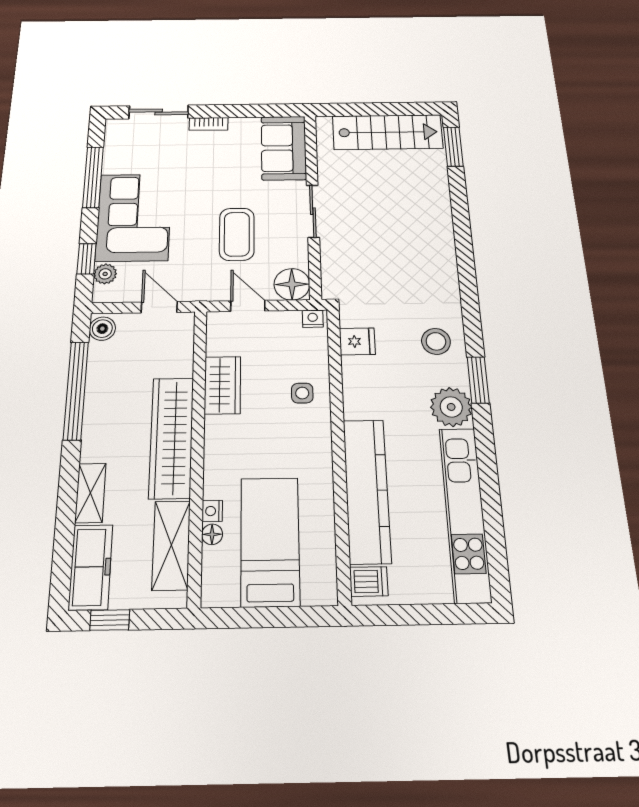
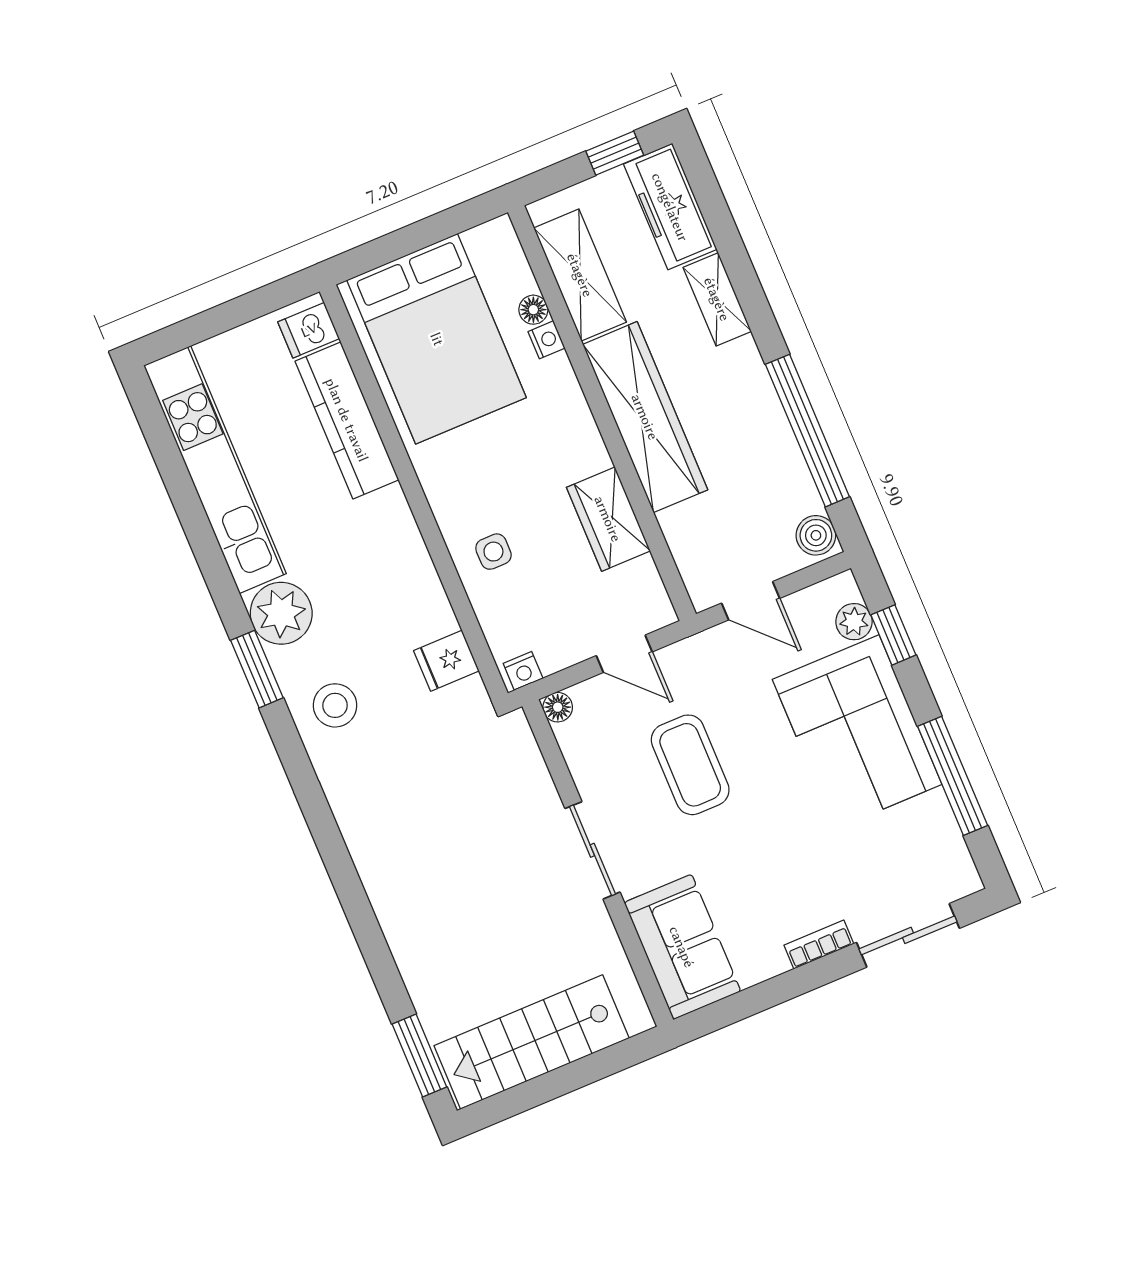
floor lamp: (292, 284) -> (558, 707), width x0.53, depth x0.53
kitchen counter: (367, 490) -> (347, 420), width x0.72, depth x0.86
bed: (270, 541) -> (437, 339), width x1.50

